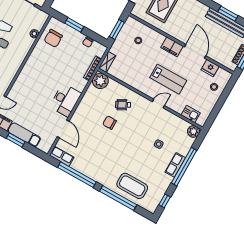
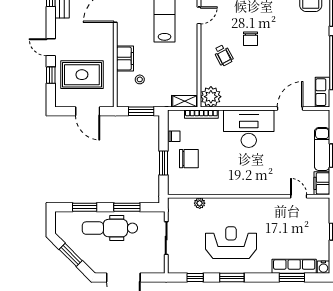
chair: (53, 38) -> (189, 159), moved
filing cabinet: (172, 47) -> (125, 59), moved
desk: (65, 100) -> (249, 129), width x1.36, depth x1.30
door: (158, 104) -> (199, 15), swing flipped
chair: (110, 123) -> (250, 39), moved

